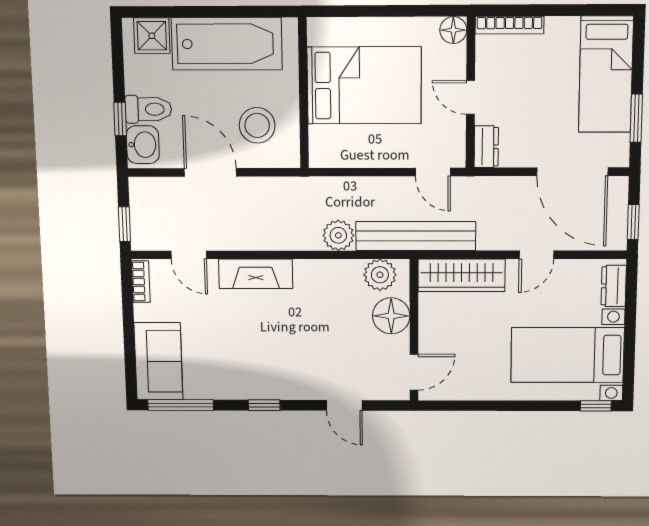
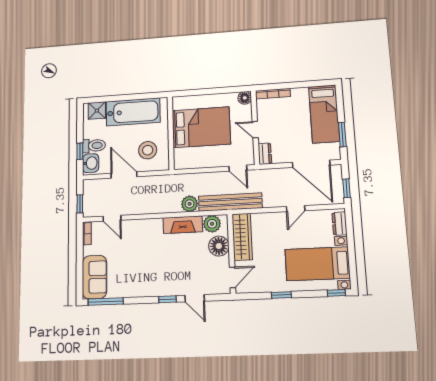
fireplace: (256, 274) -> (183, 225), moved
wardrobe: (461, 275) -> (242, 237), moved, turned -90
window: (264, 405) -> (167, 299), moved
window: (500, 406) -> (281, 295), added

